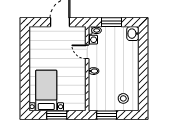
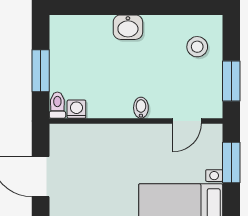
washbasin: (133, 34) -> (128, 27), moved
door: (87, 52) -> (187, 121), moved
window: (57, 115) -> (231, 163), moved

